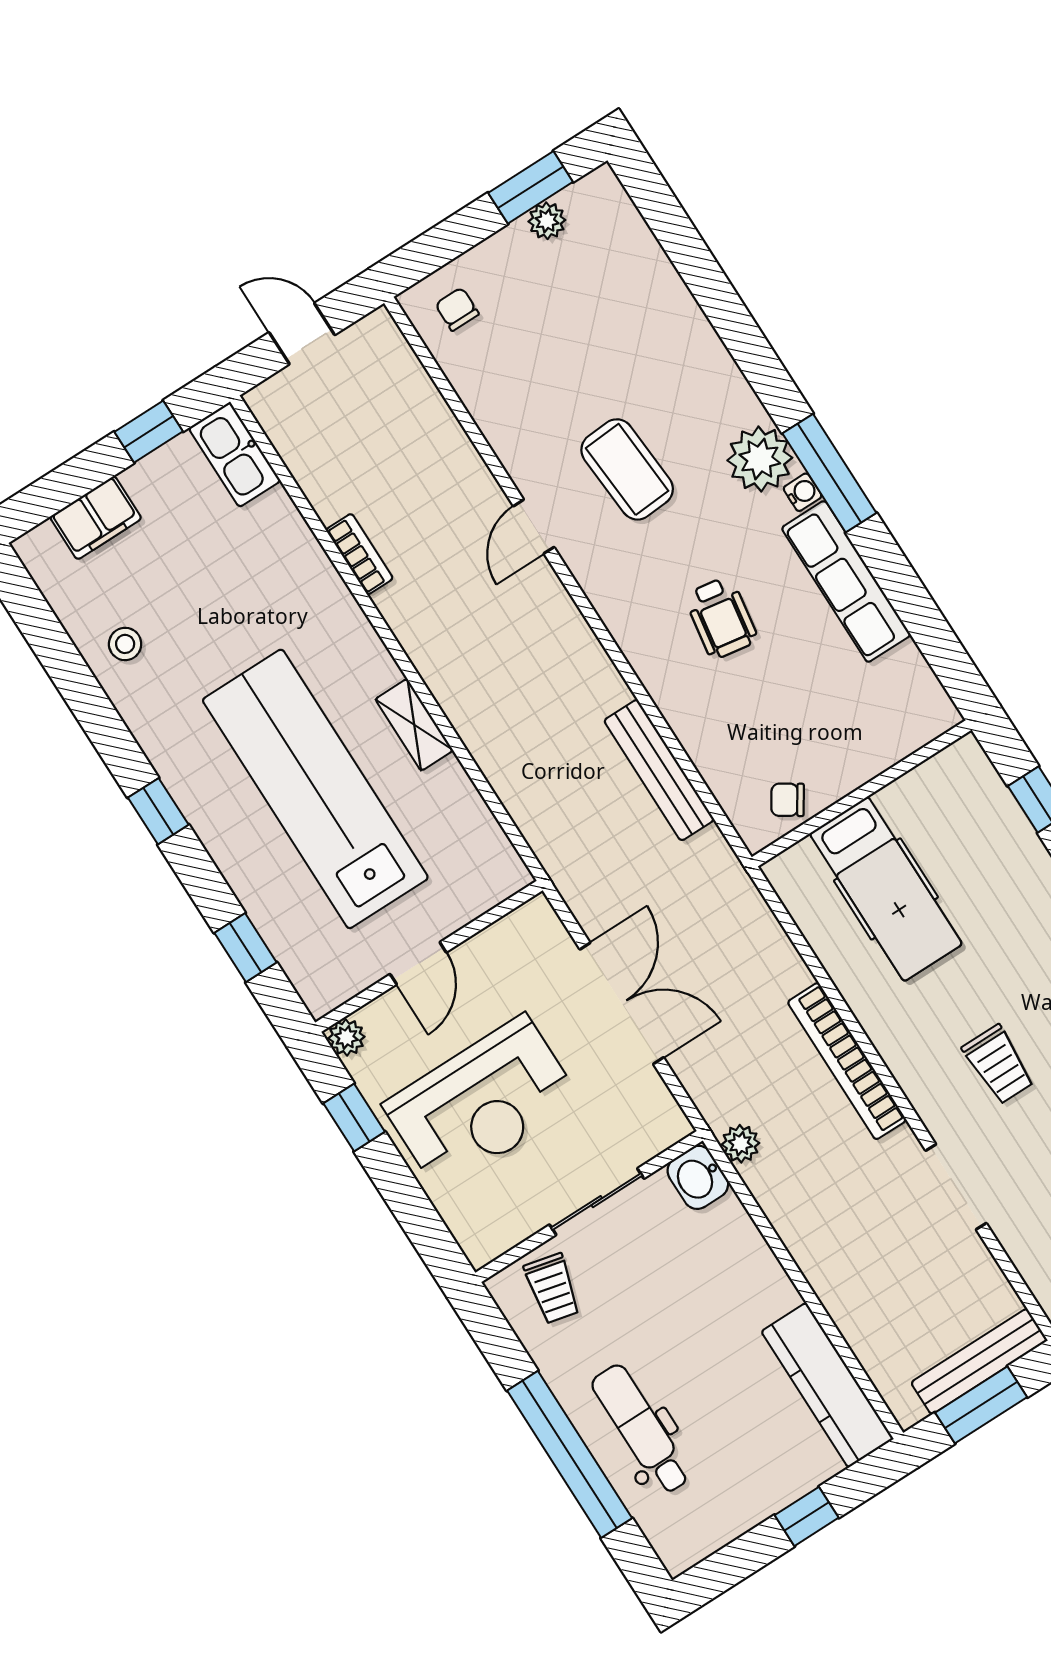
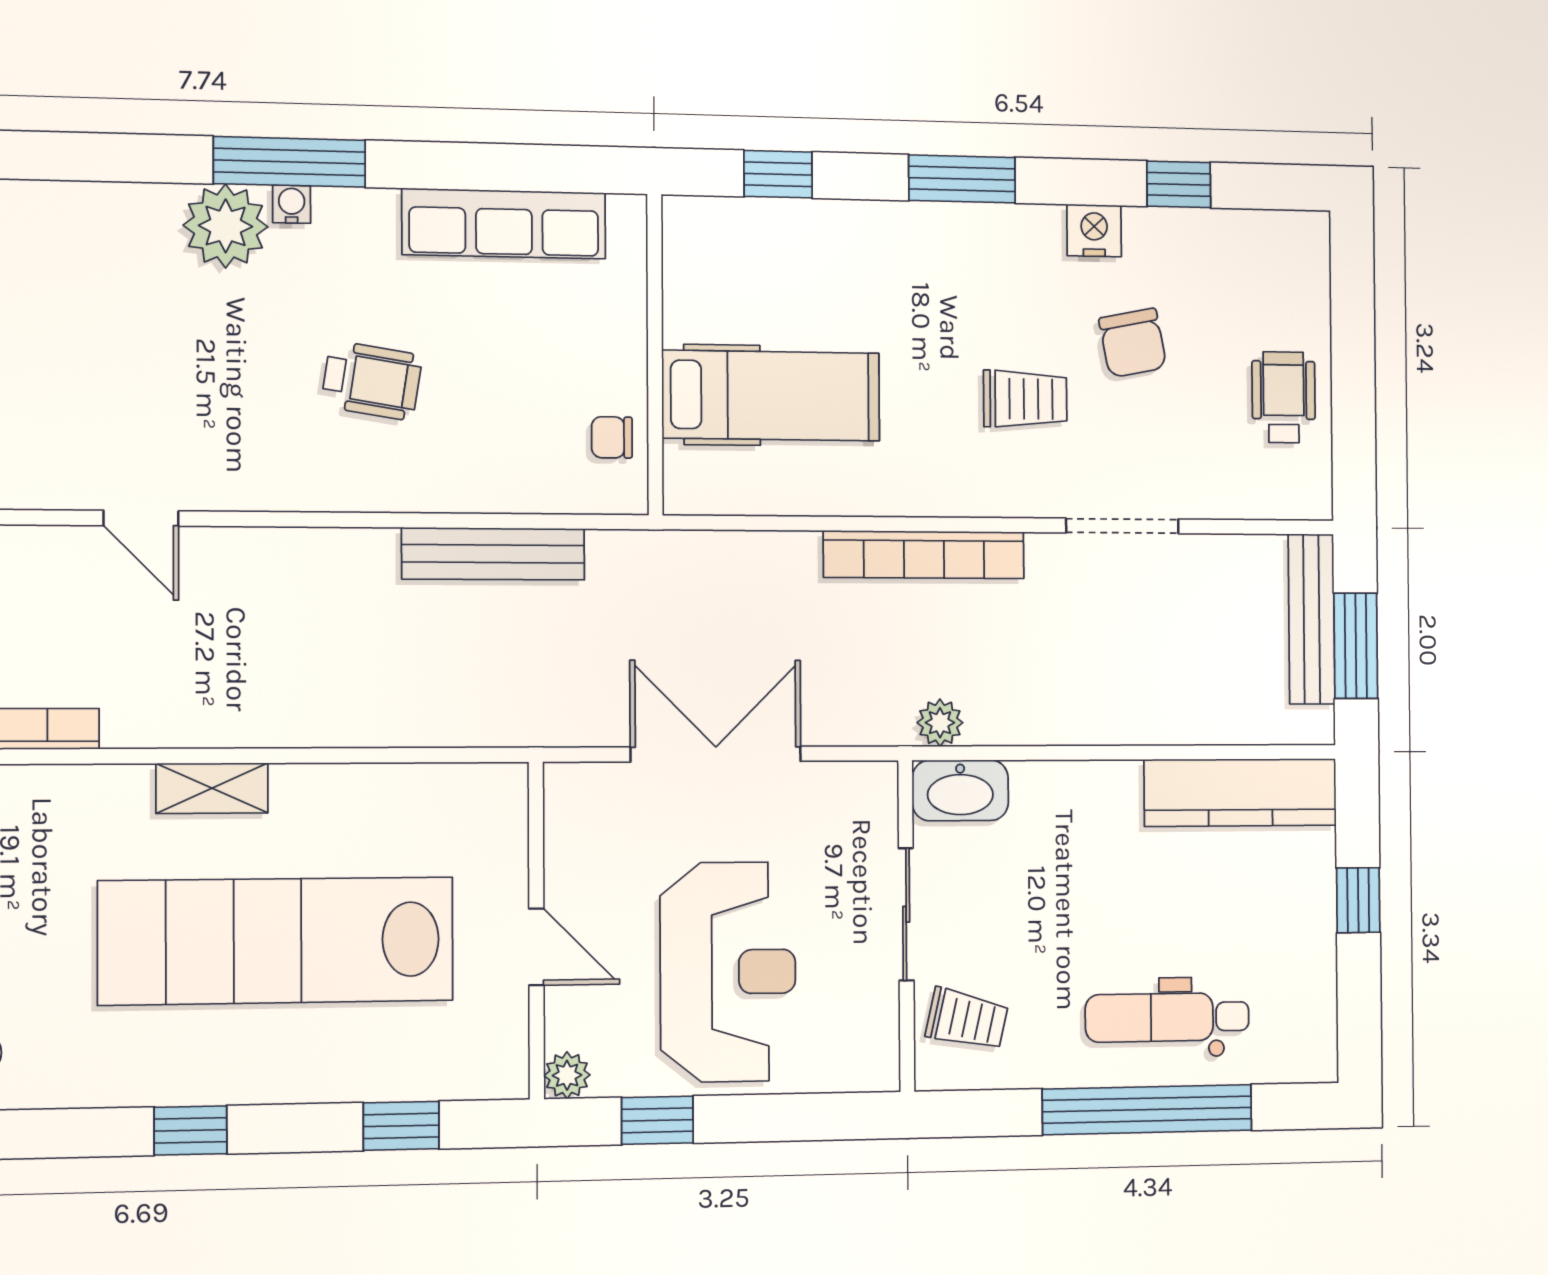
coffee table: (627, 469) -> (144, 376), removed
row of seats: (846, 581) -> (504, 224), moved
shelving: (414, 725) -> (212, 788), moved
chair: (788, 800) -> (612, 437), turned 57
washbasin: (698, 1177) -> (960, 790), width x1.38

